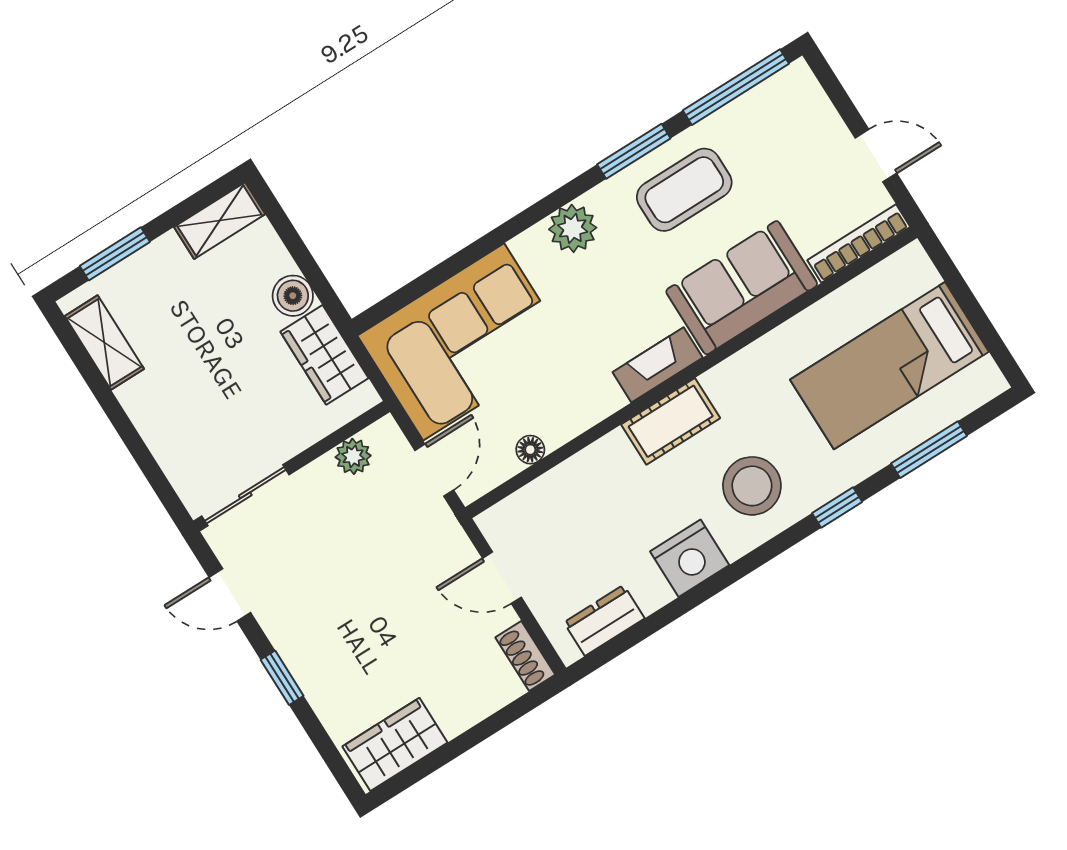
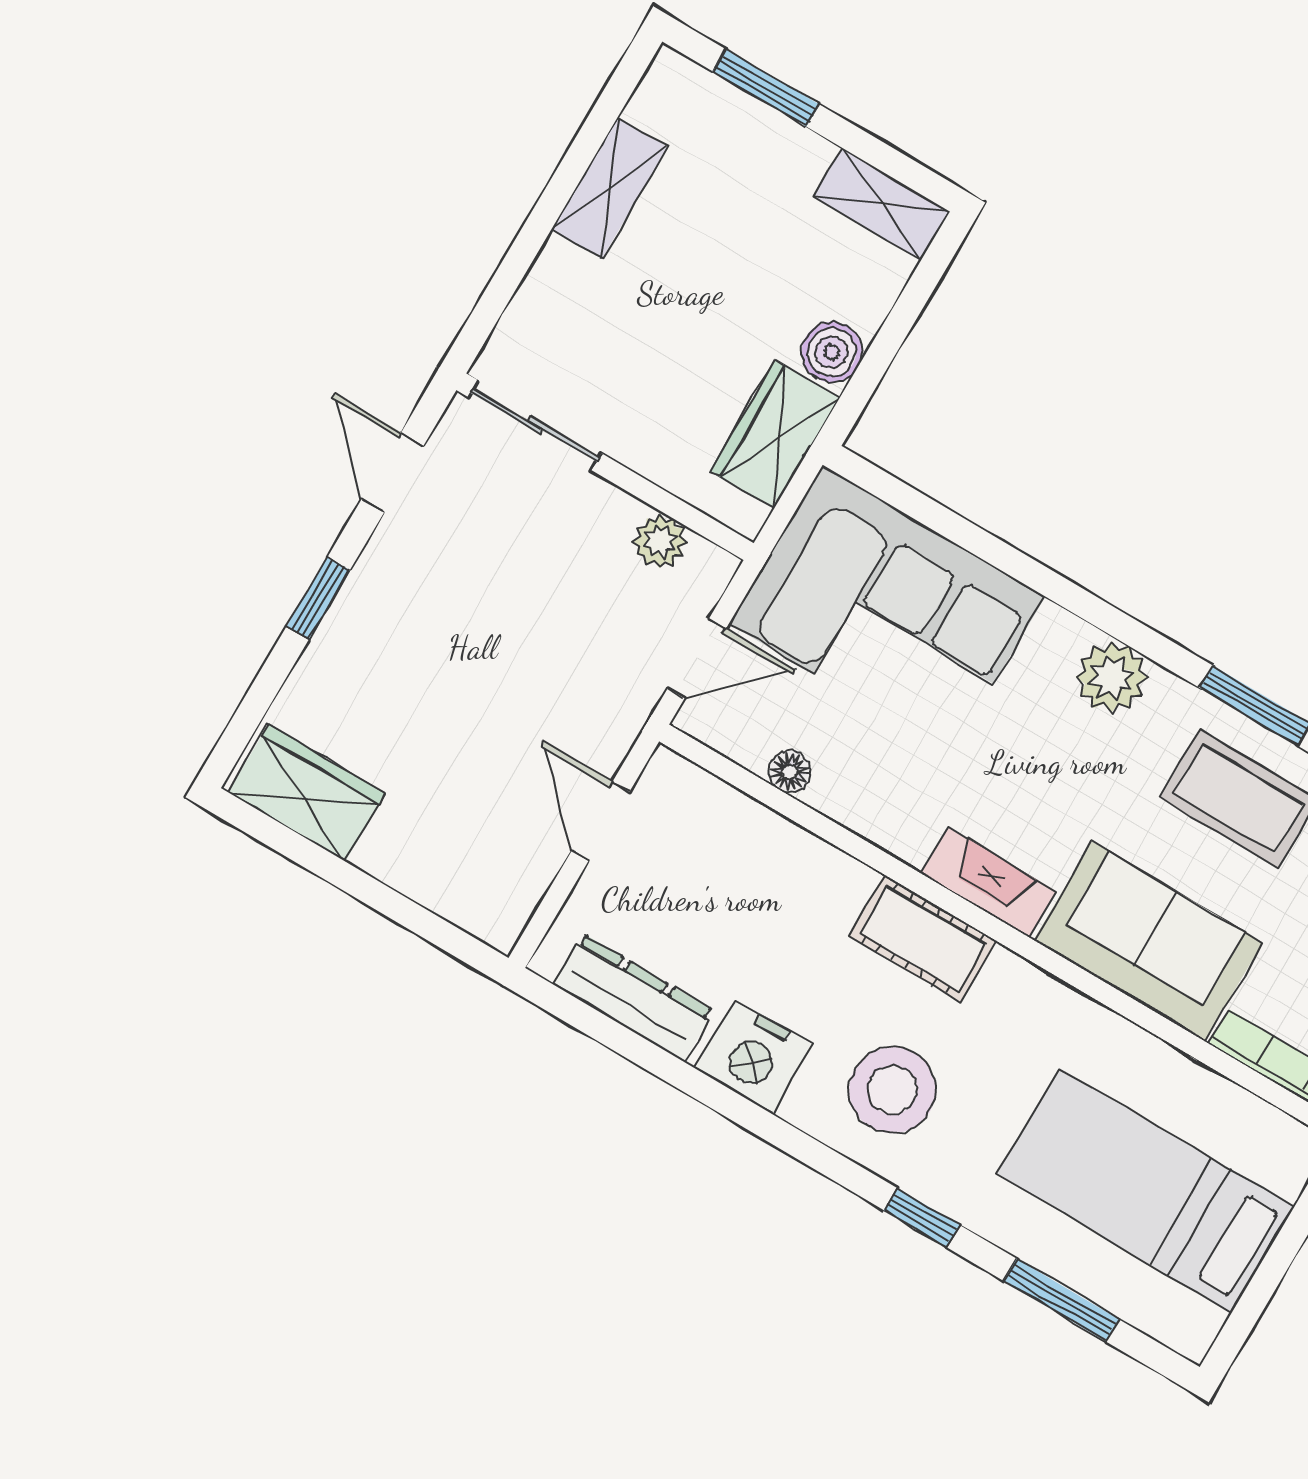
shelving: (104, 343) -> (610, 188), moved
dresser: (604, 620) -> (633, 998), width x1.44
shoe rack: (525, 656) -> (513, 906), removed

